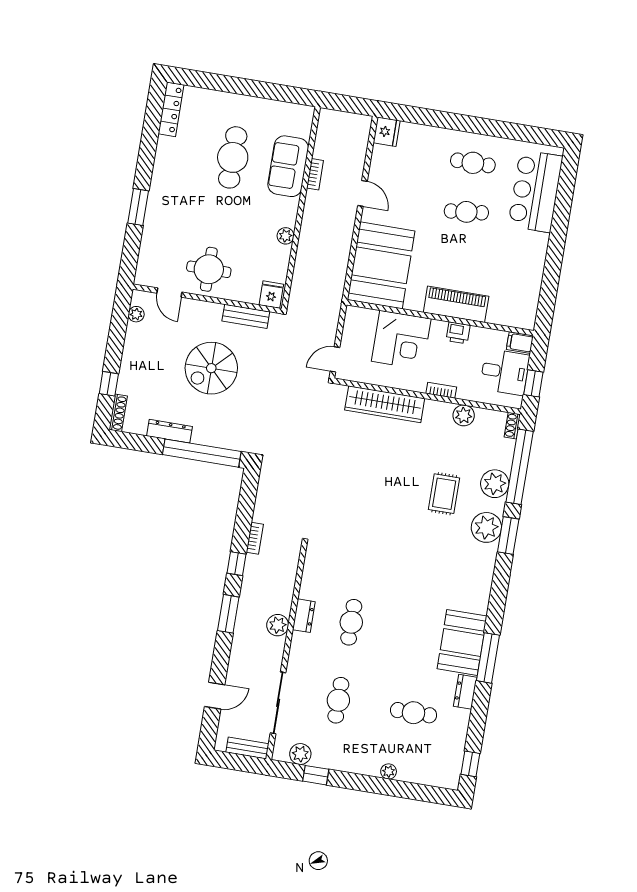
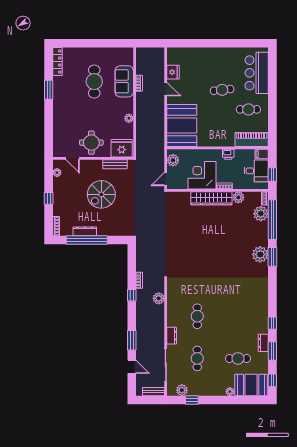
fridge: (387, 132) -> (173, 72), moved
cafe table: (473, 163) -> (248, 109), moved
window: (138, 207) -> (49, 90), moved
fridge: (271, 295) -> (122, 148), width x1.88, depth x1.34
piano: (456, 304) -> (252, 139), moved
plant: (354, 327) -> (173, 160), added
corner desk: (401, 340) -> (202, 175), moved, turned 180
window: (109, 384) -> (49, 198), moved
wardrobe: (385, 404) -> (211, 198), moved
window: (202, 453) -> (87, 240), moved
plant: (495, 484) -> (261, 214), moved
rug: (444, 494) -> (235, 240), removed
window: (228, 614) -> (132, 340), moved
dresser: (304, 616) -> (172, 336), moved
plant: (278, 625) -> (159, 298), moved
booth: (462, 642) -> (251, 385), moved, turned 90
window: (488, 658) -> (272, 323), width x0.46
door: (215, 696) -> (132, 367), hinge flipped
window: (479, 709) -> (272, 351), added

